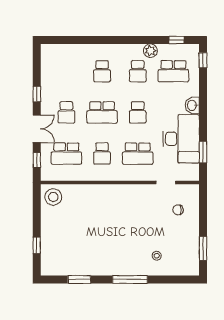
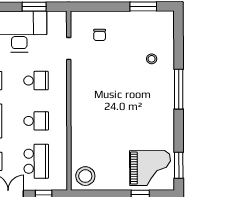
school desk: (138, 154) -> (36, 81), width x0.54
grand piano: (60, 254) -> (150, 168), added
window: (79, 280) -> (179, 165), moved

